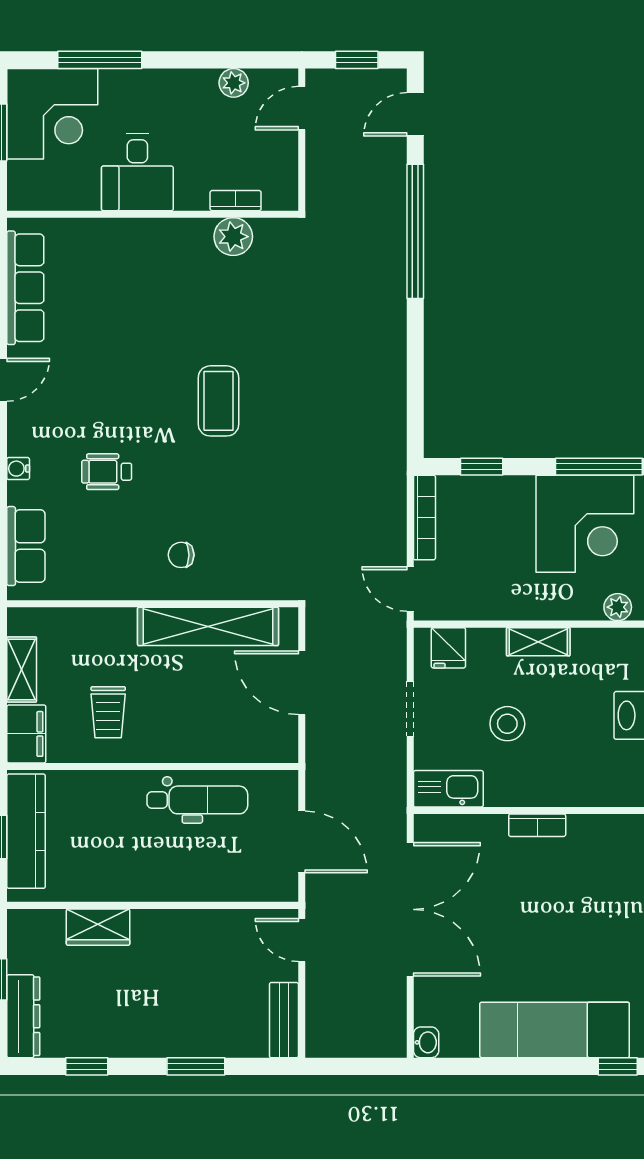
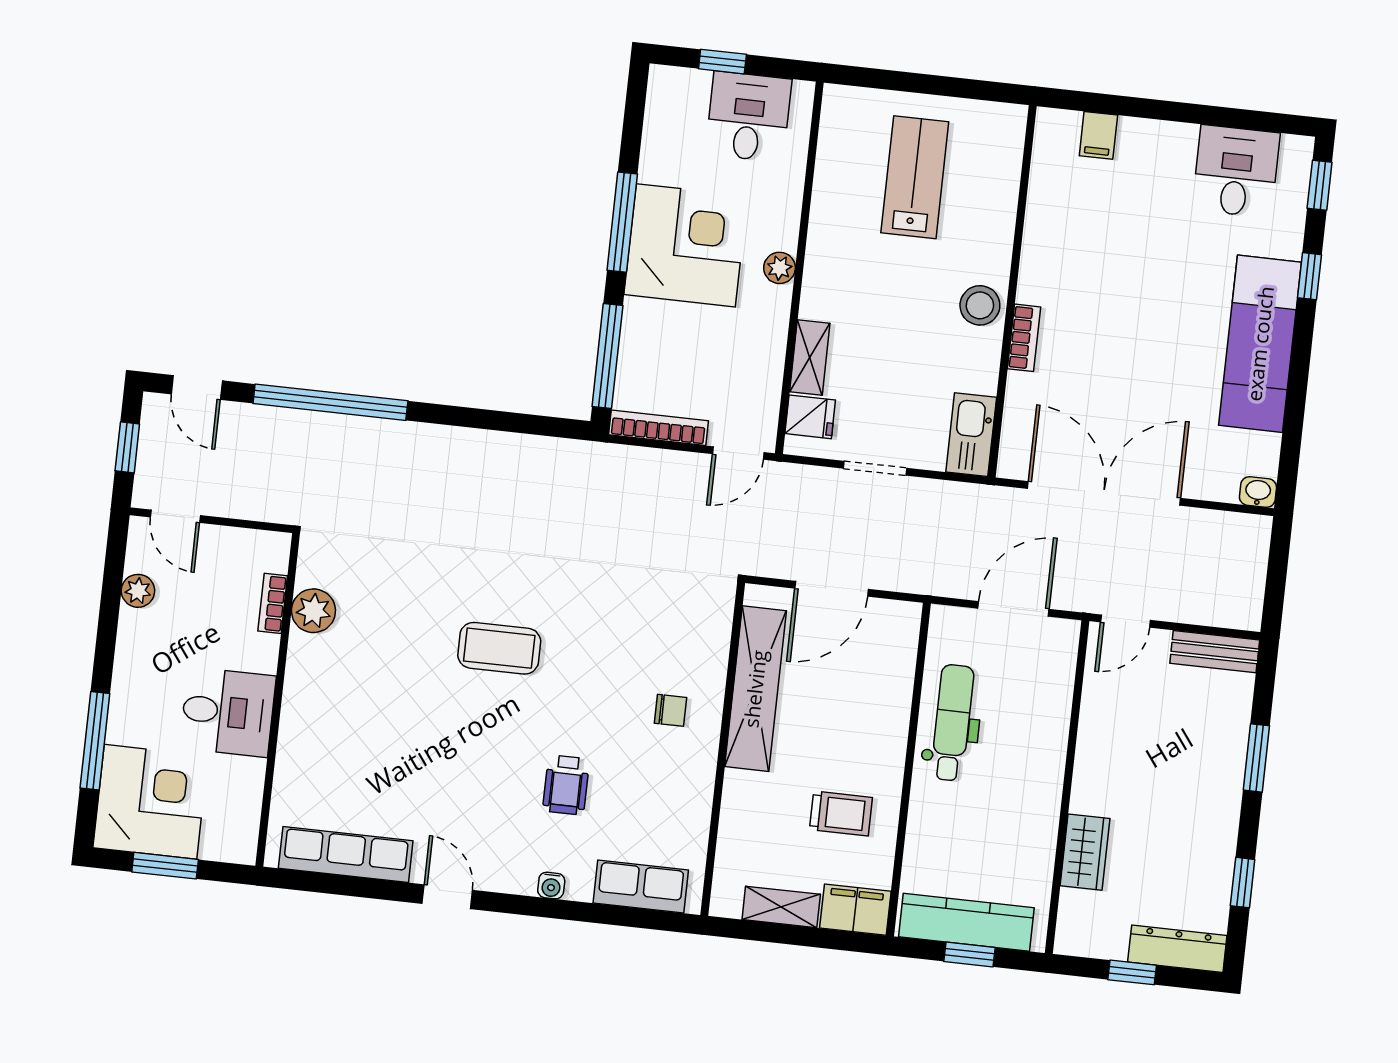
window: (482, 467) -> (607, 356), width x2.17
chair: (181, 555) -> (670, 710), turned -90
plant: (618, 607) -> (780, 268), moved
shelving: (538, 642) -> (810, 357), moved
stool: (507, 724) -> (980, 305), moved

